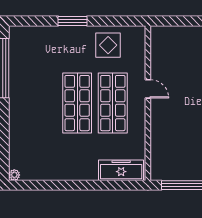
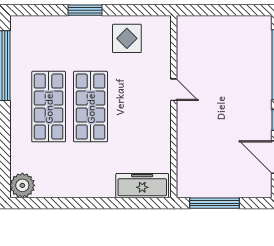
shop shelf: (113, 103) -> (49, 107), moved
plant: (14, 175) -> (22, 185), width x1.87, depth x1.87

